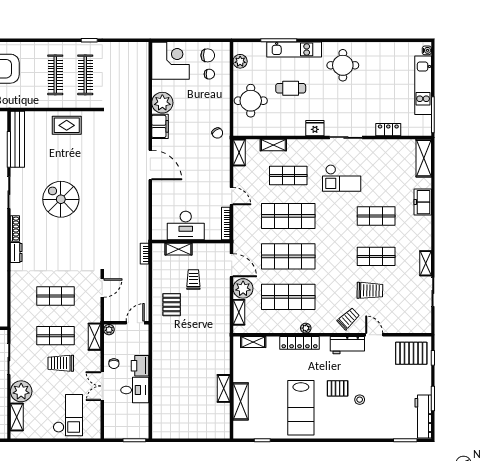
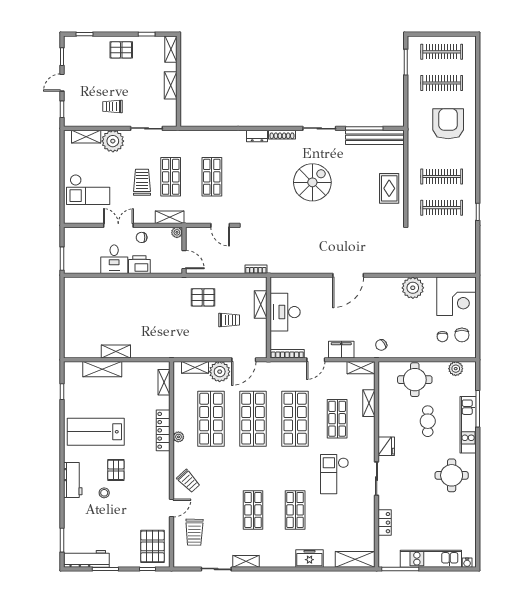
filing cabinet: (160, 126) -> (341, 350), moved, turned 180
trolley: (370, 290) -> (194, 532), moved
workbench: (347, 345) -> (73, 480), moved, turned 180

